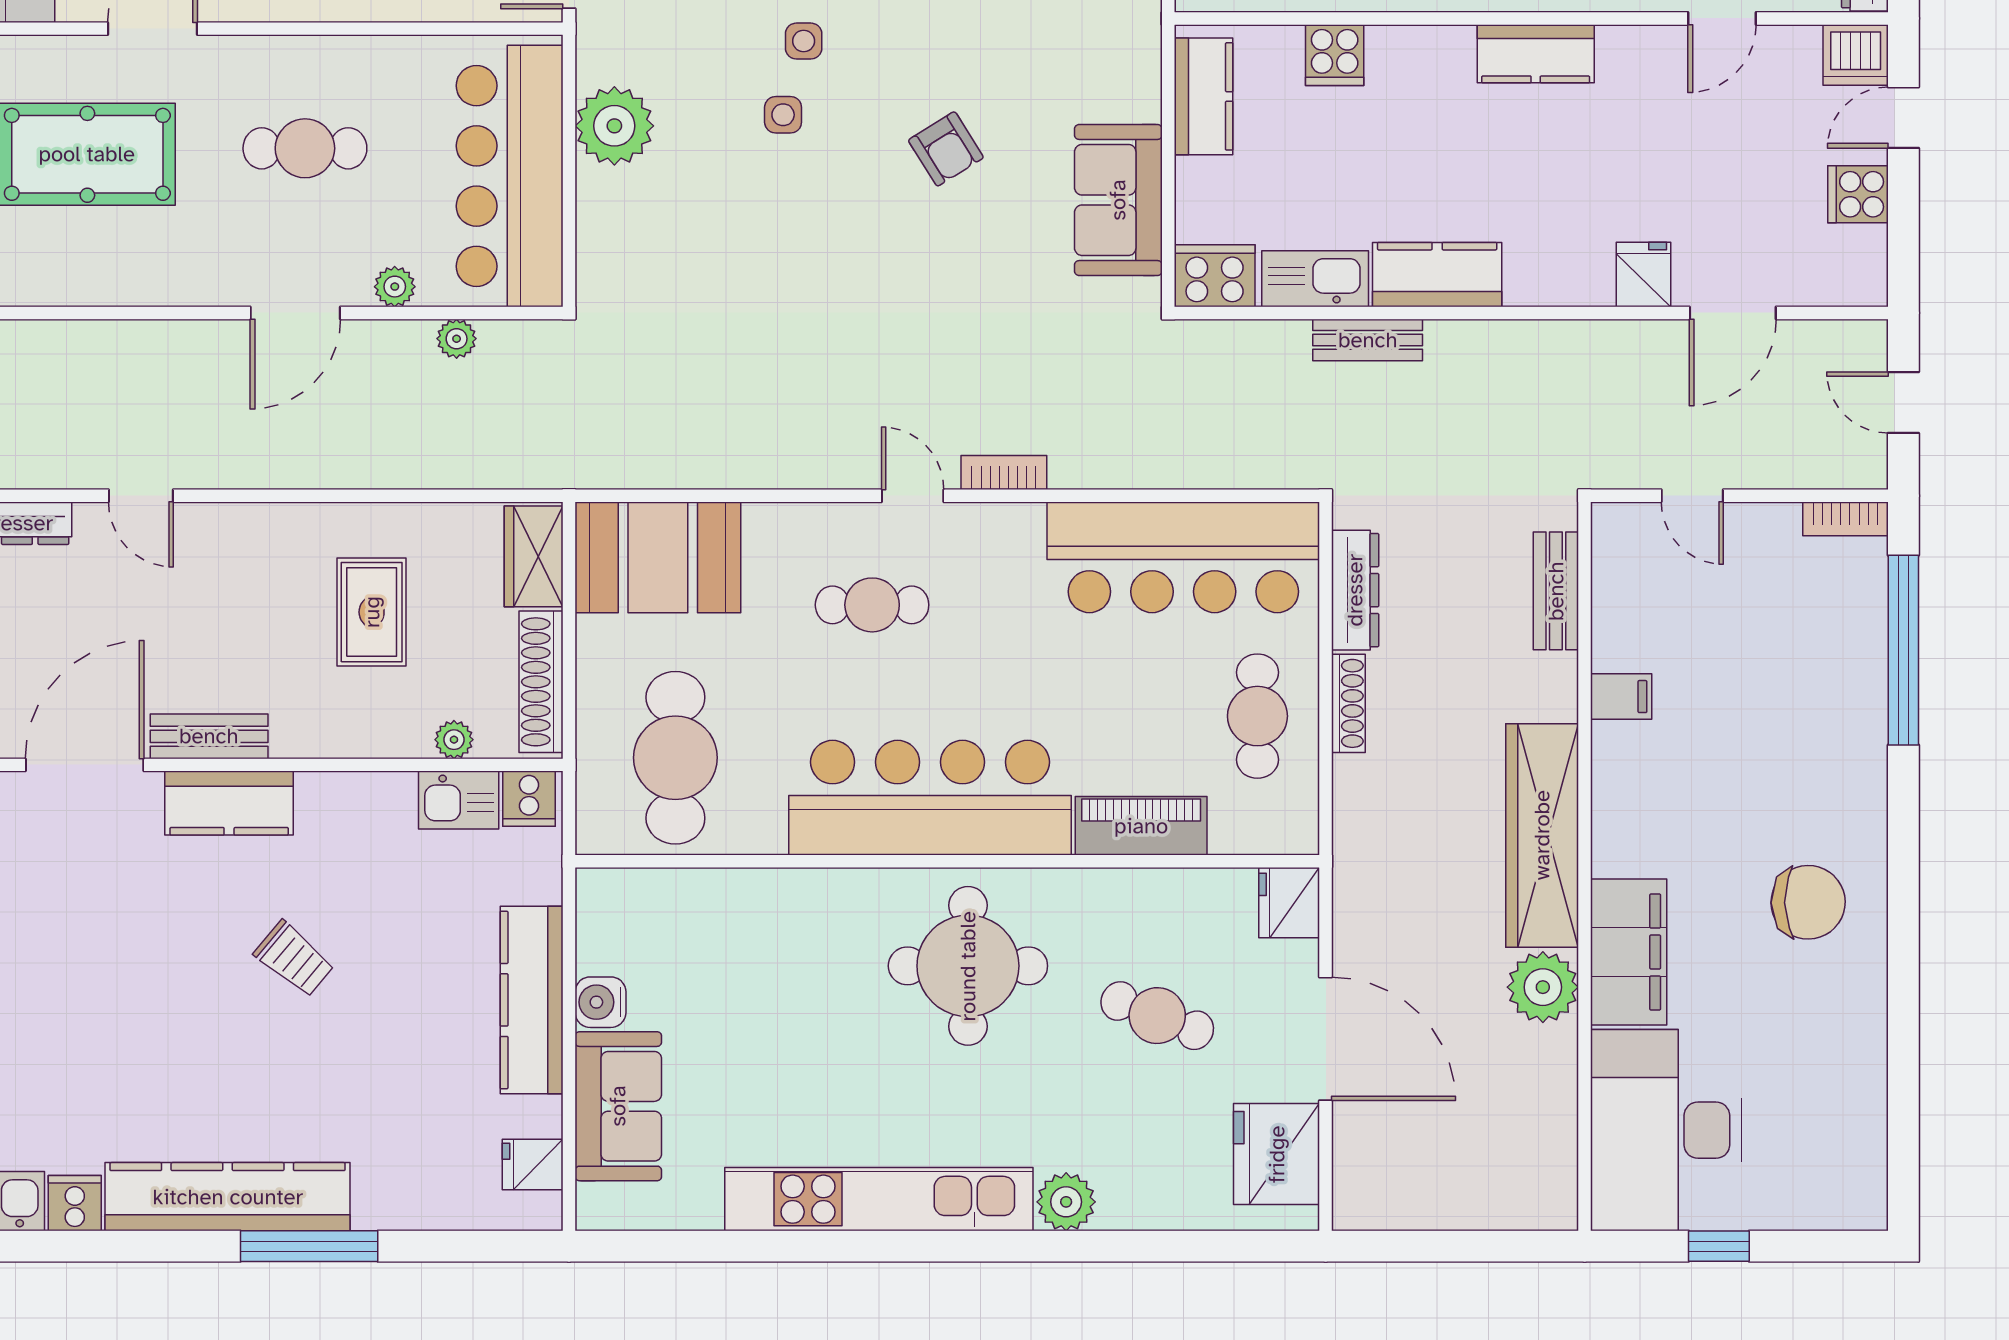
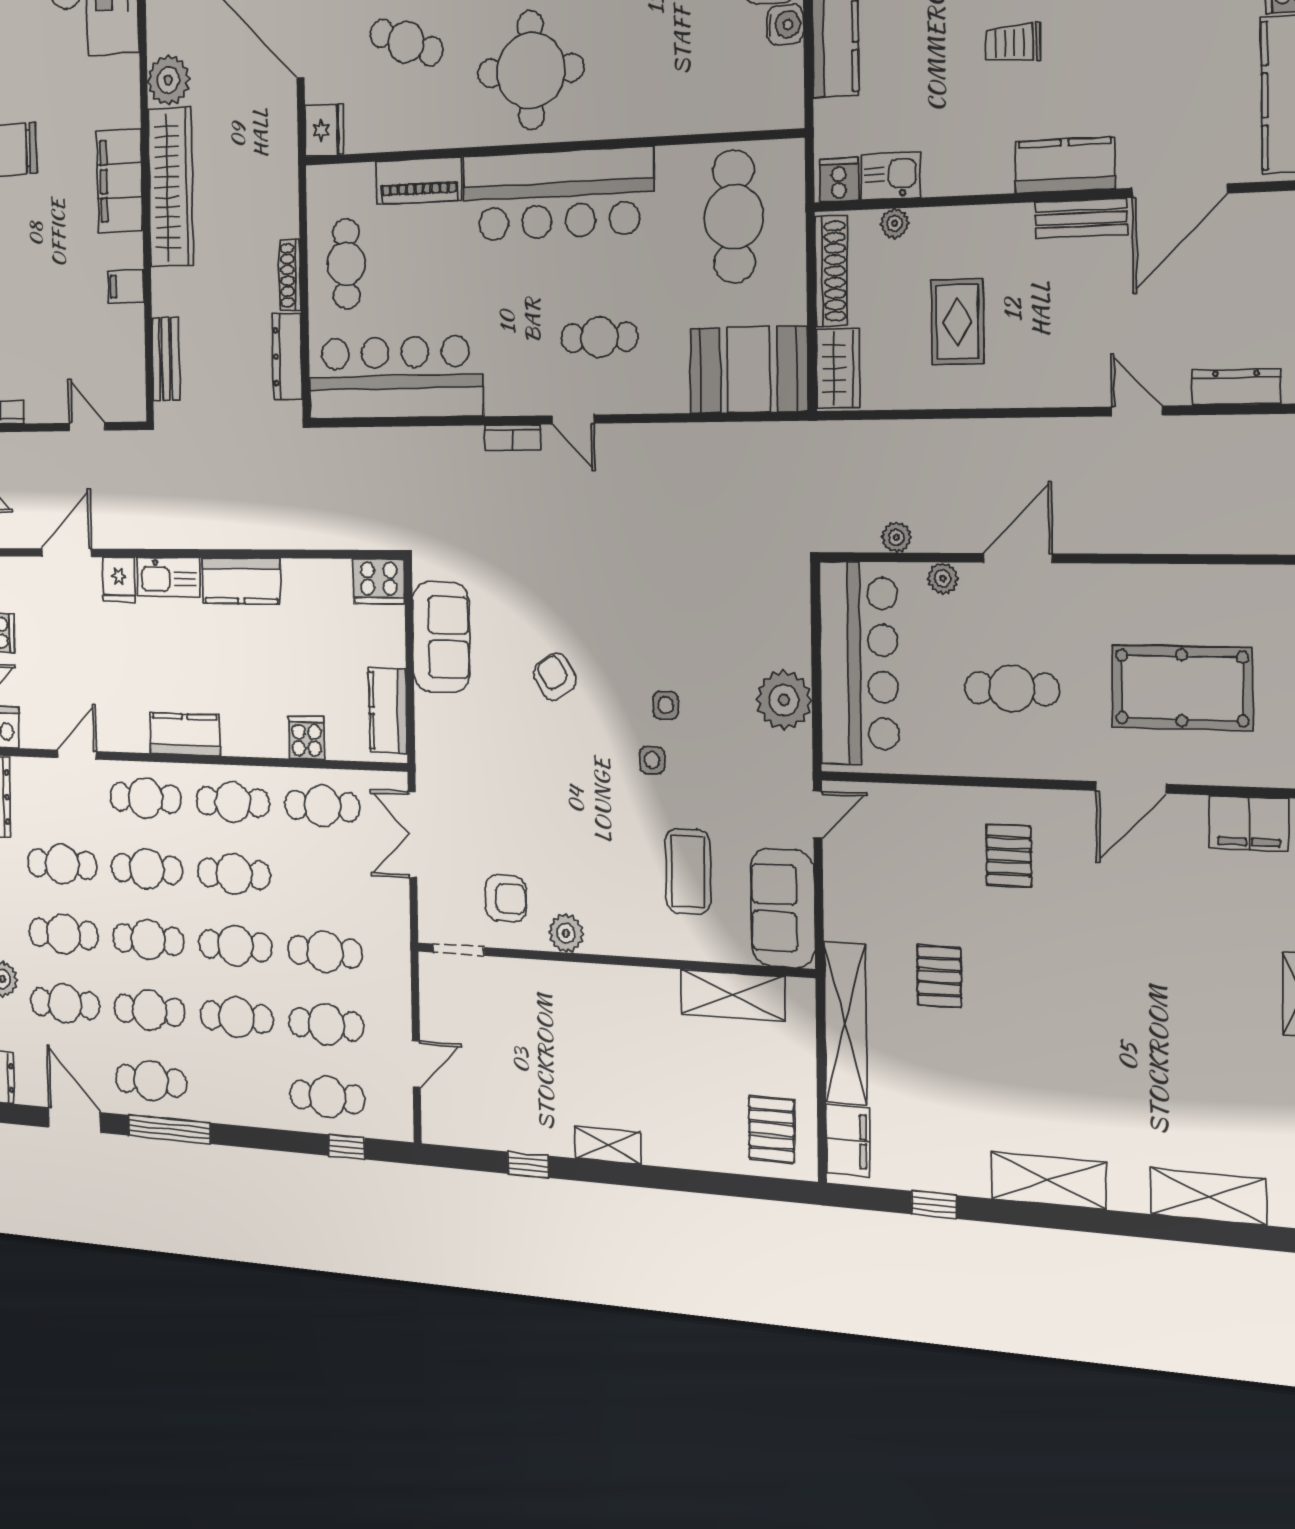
kitchen sink: (1315, 279) -> (168, 577), moved
bench: (1368, 340) -> (283, 535), removed
filing cabinet: (1629, 952) -> (120, 181), moved
trolley: (294, 959) -> (1013, 43), turned -40

